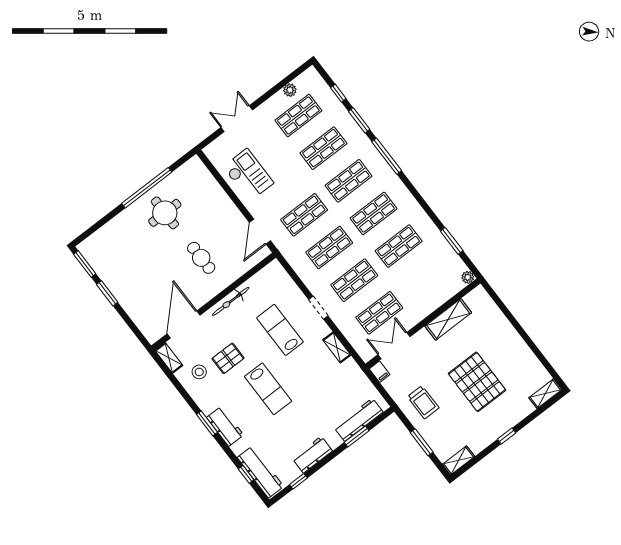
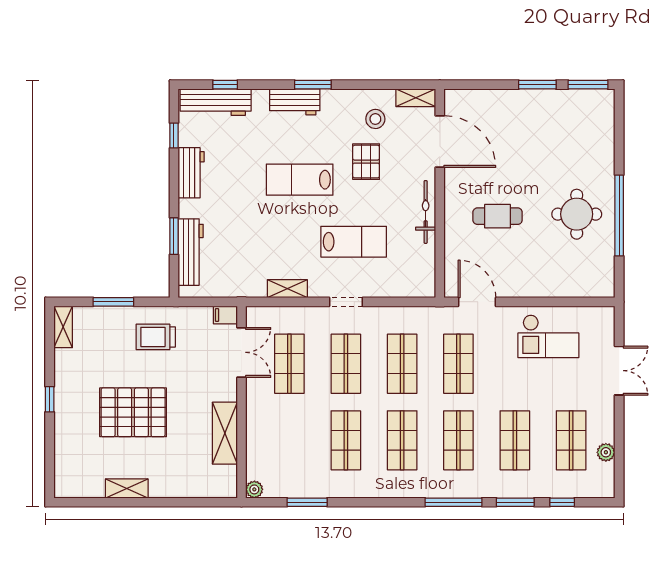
shelving: (545, 394) -> (127, 488), moved, turned 90

